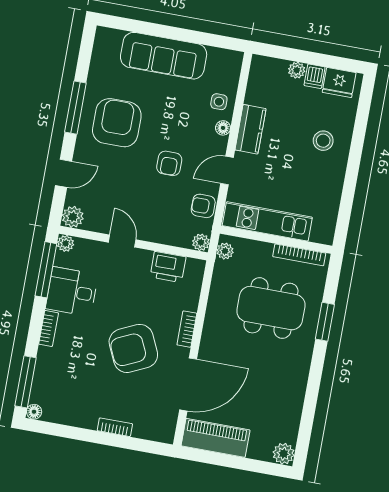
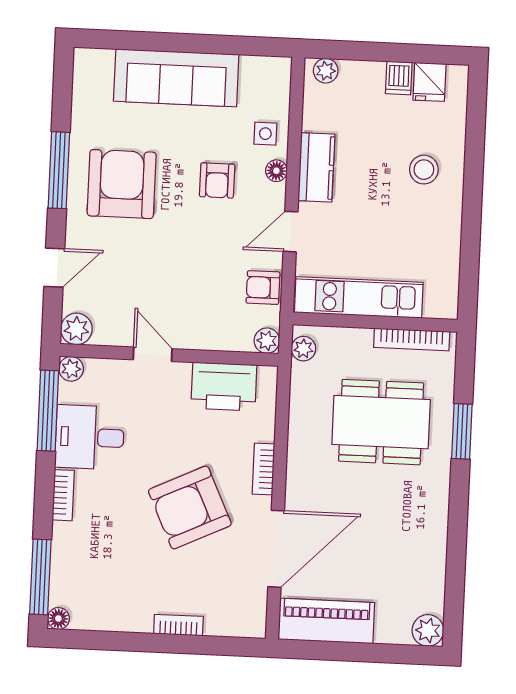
plant: (297, 70) -> (326, 71), moved
fridge: (339, 82) -> (429, 82), width x0.72
armchair: (169, 163) -> (217, 180), moved
printer: (168, 267) -> (224, 387), width x1.37, depth x1.19

